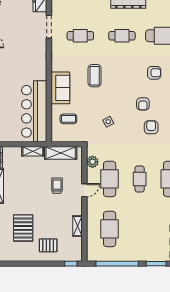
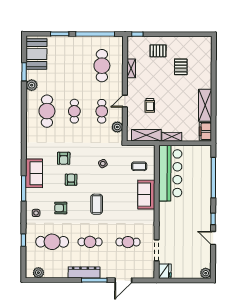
coffee table: (95, 76) -> (97, 204), moved
cafe table: (110, 179) -> (102, 111), width x0.73, depth x0.74
pallet: (23, 228) -> (181, 67), width x0.67, depth x0.71

